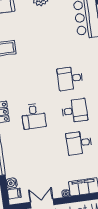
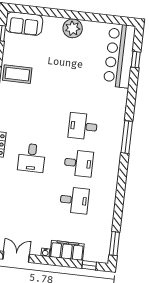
desk: (79, 143) -> (74, 200), turned 180

